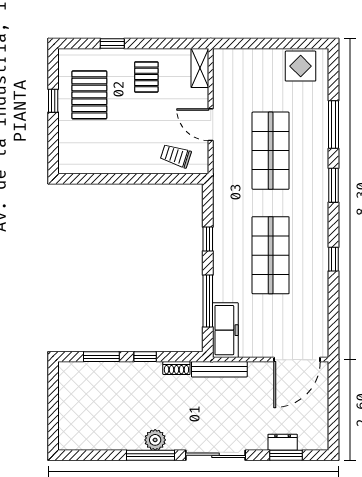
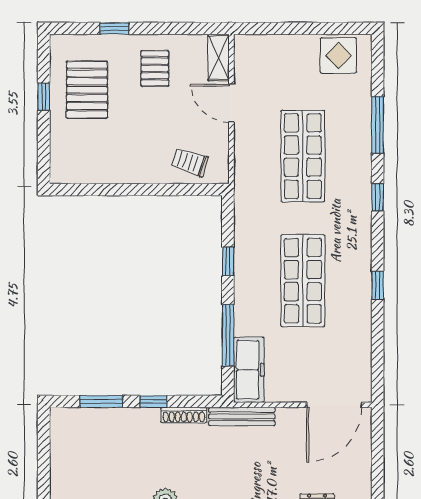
door: (211, 125) -> (231, 103), moved
window: (333, 185) -> (378, 197), width x0.67
shoe rack: (176, 368) -> (184, 415), width x1.43

